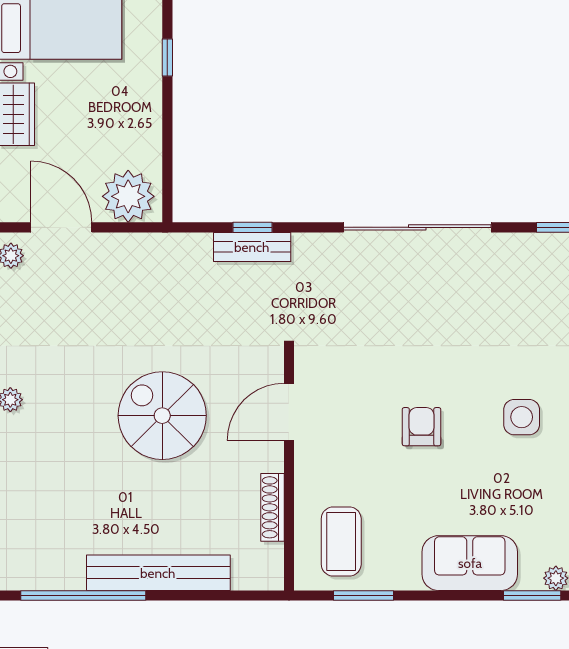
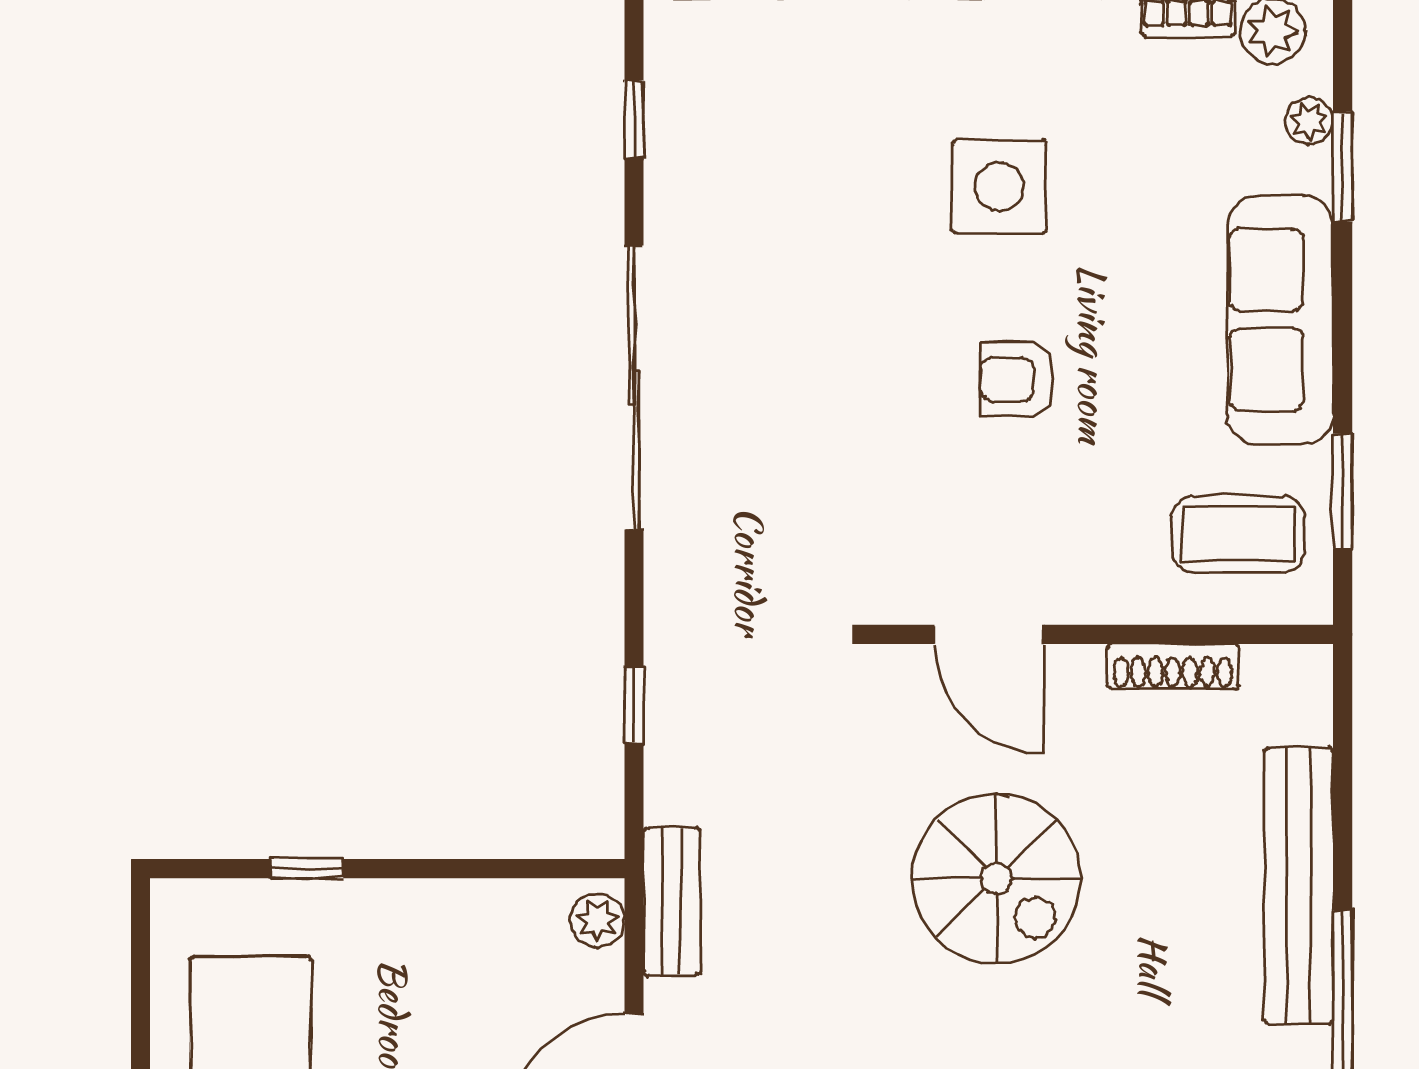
plant: (128, 196) -> (598, 920), width x0.53, depth x0.53
bench: (252, 247) -> (672, 901), moved
spiral stairs: (162, 416) -> (996, 878), turned -90
side table: (522, 417) -> (999, 187), width x1.37, depth x1.37
sofa: (470, 563) -> (1280, 320), width x1.36

